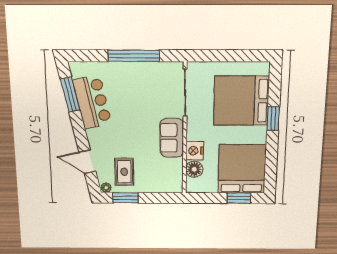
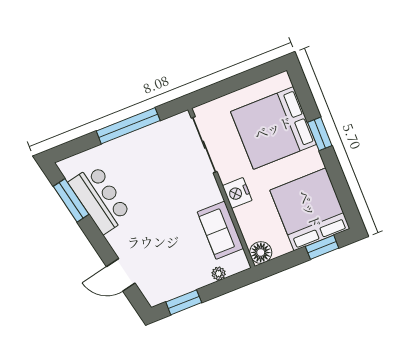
sofa: (172, 138) -> (220, 230), moved
nightstand: (195, 151) -> (237, 193), moved
floor lamp: (194, 169) -> (261, 252), moved
rug: (124, 172) -> (170, 270), removed
plant: (106, 188) -> (219, 274), moved

